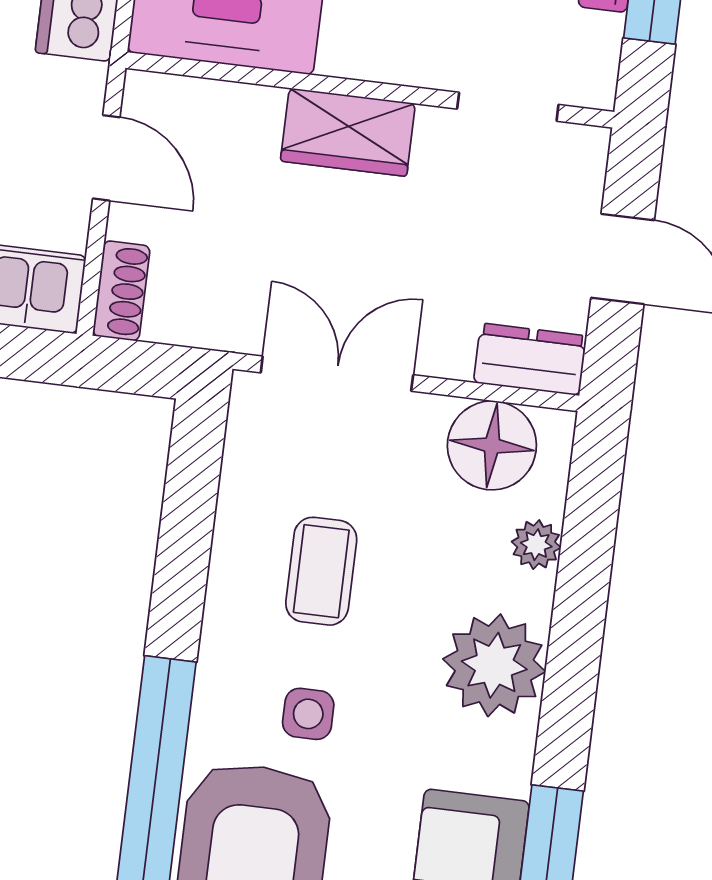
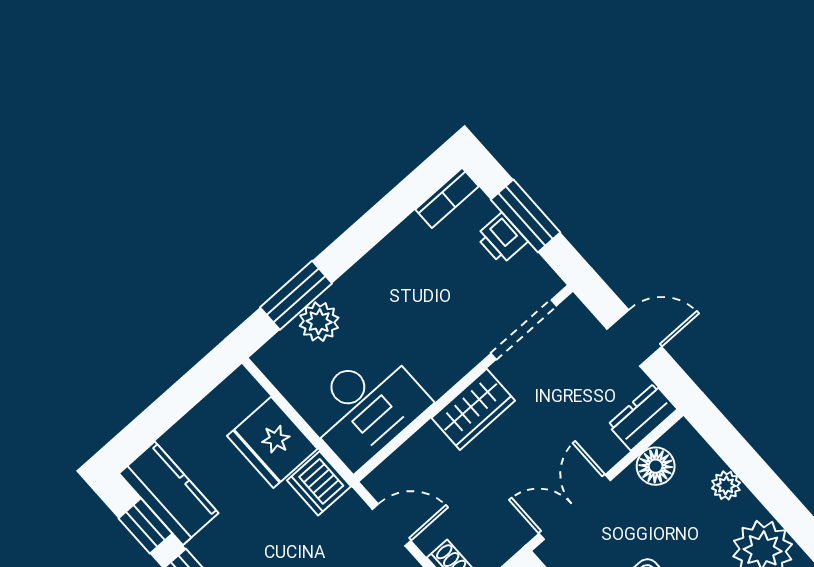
doorway: (508, 107) -> (524, 330), width x1.38
floor lamp: (492, 445) -> (656, 466), width x0.73, depth x0.73

